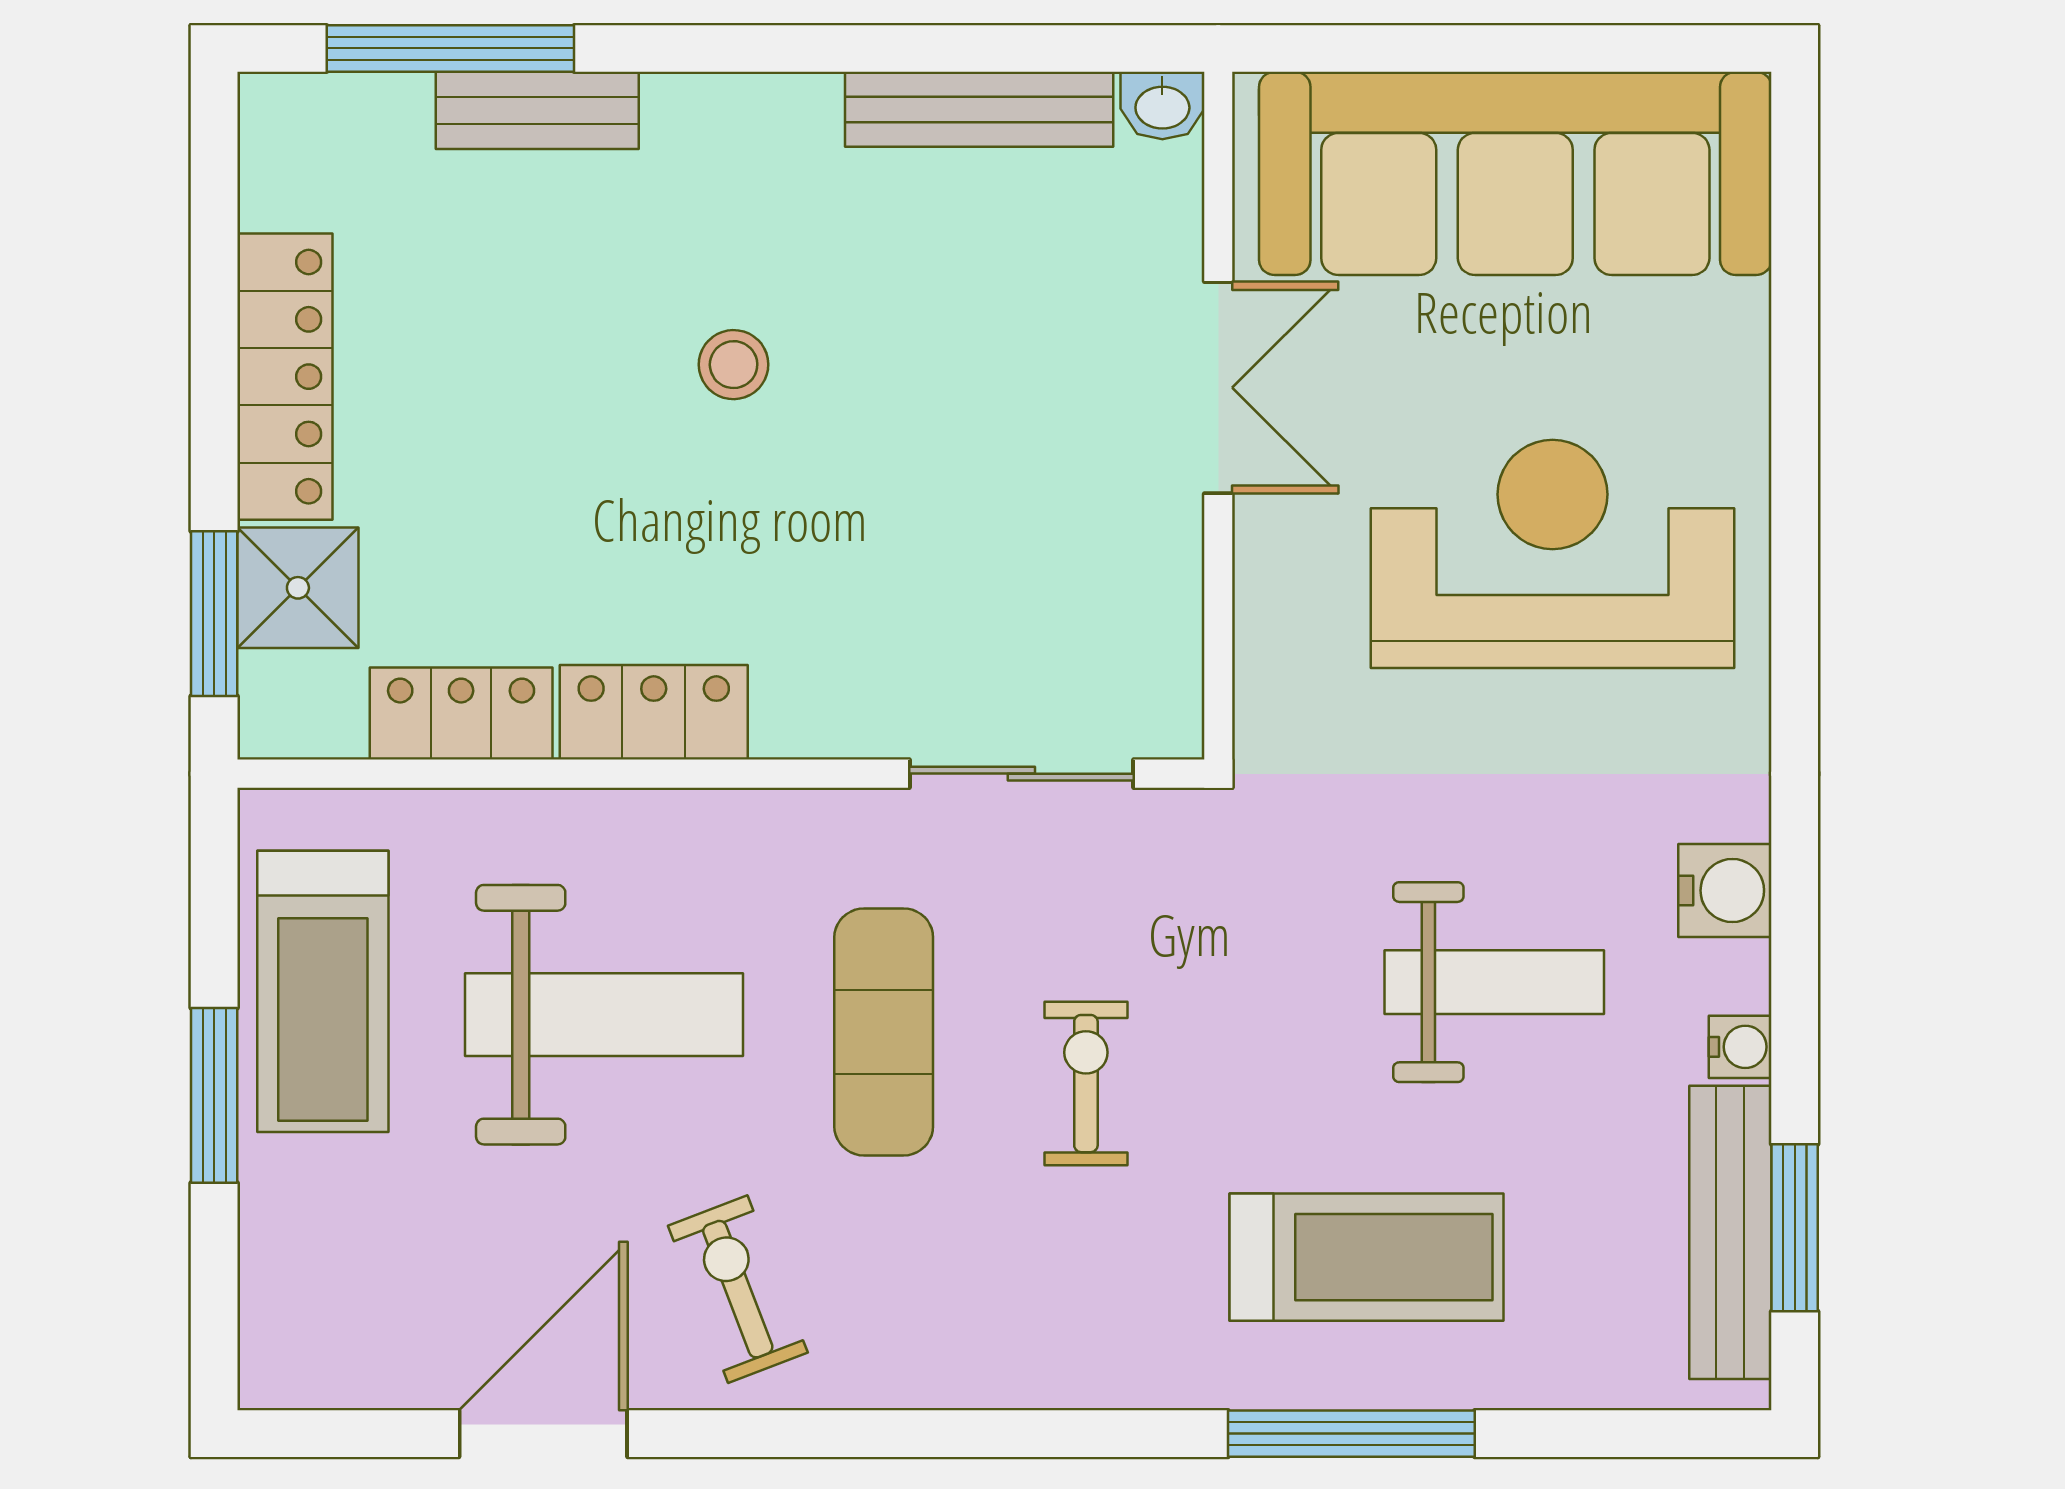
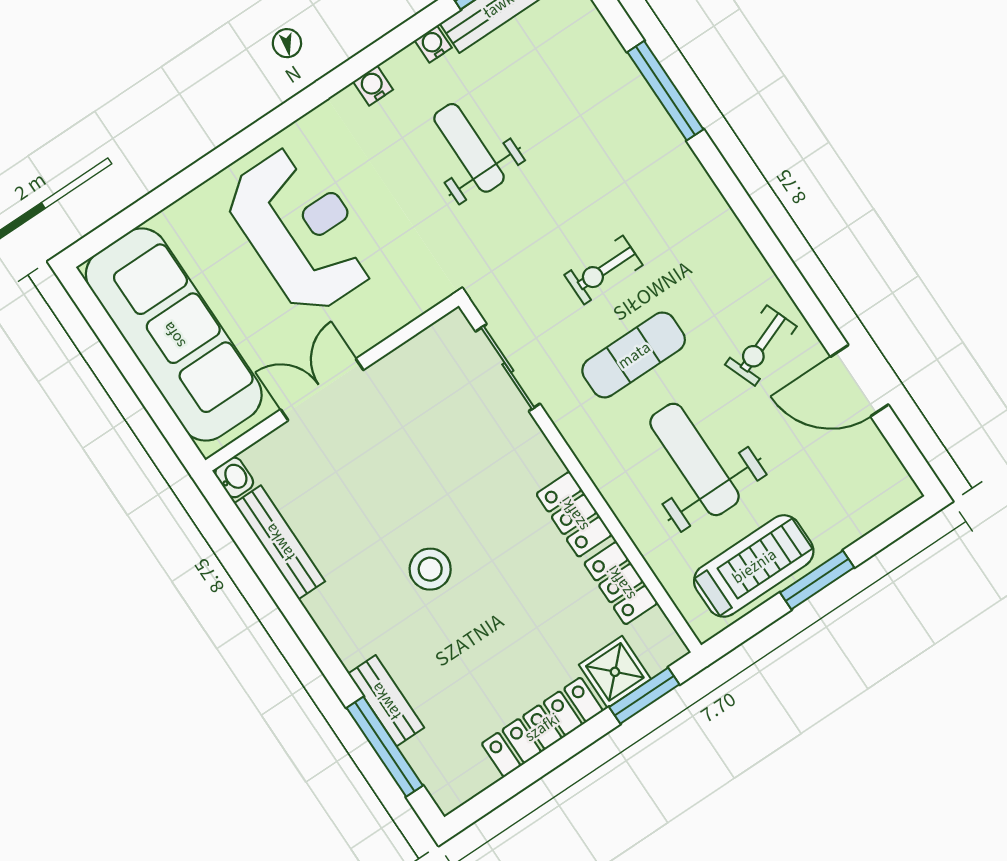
stool: (734, 365) -> (430, 569), width x1.37, depth x1.37
reception desk: (1552, 554) -> (301, 230), turned 180
water cooler: (1725, 890) -> (373, 86), width x0.72, depth x0.72
treadmill: (1366, 1257) -> (598, 128), removed

